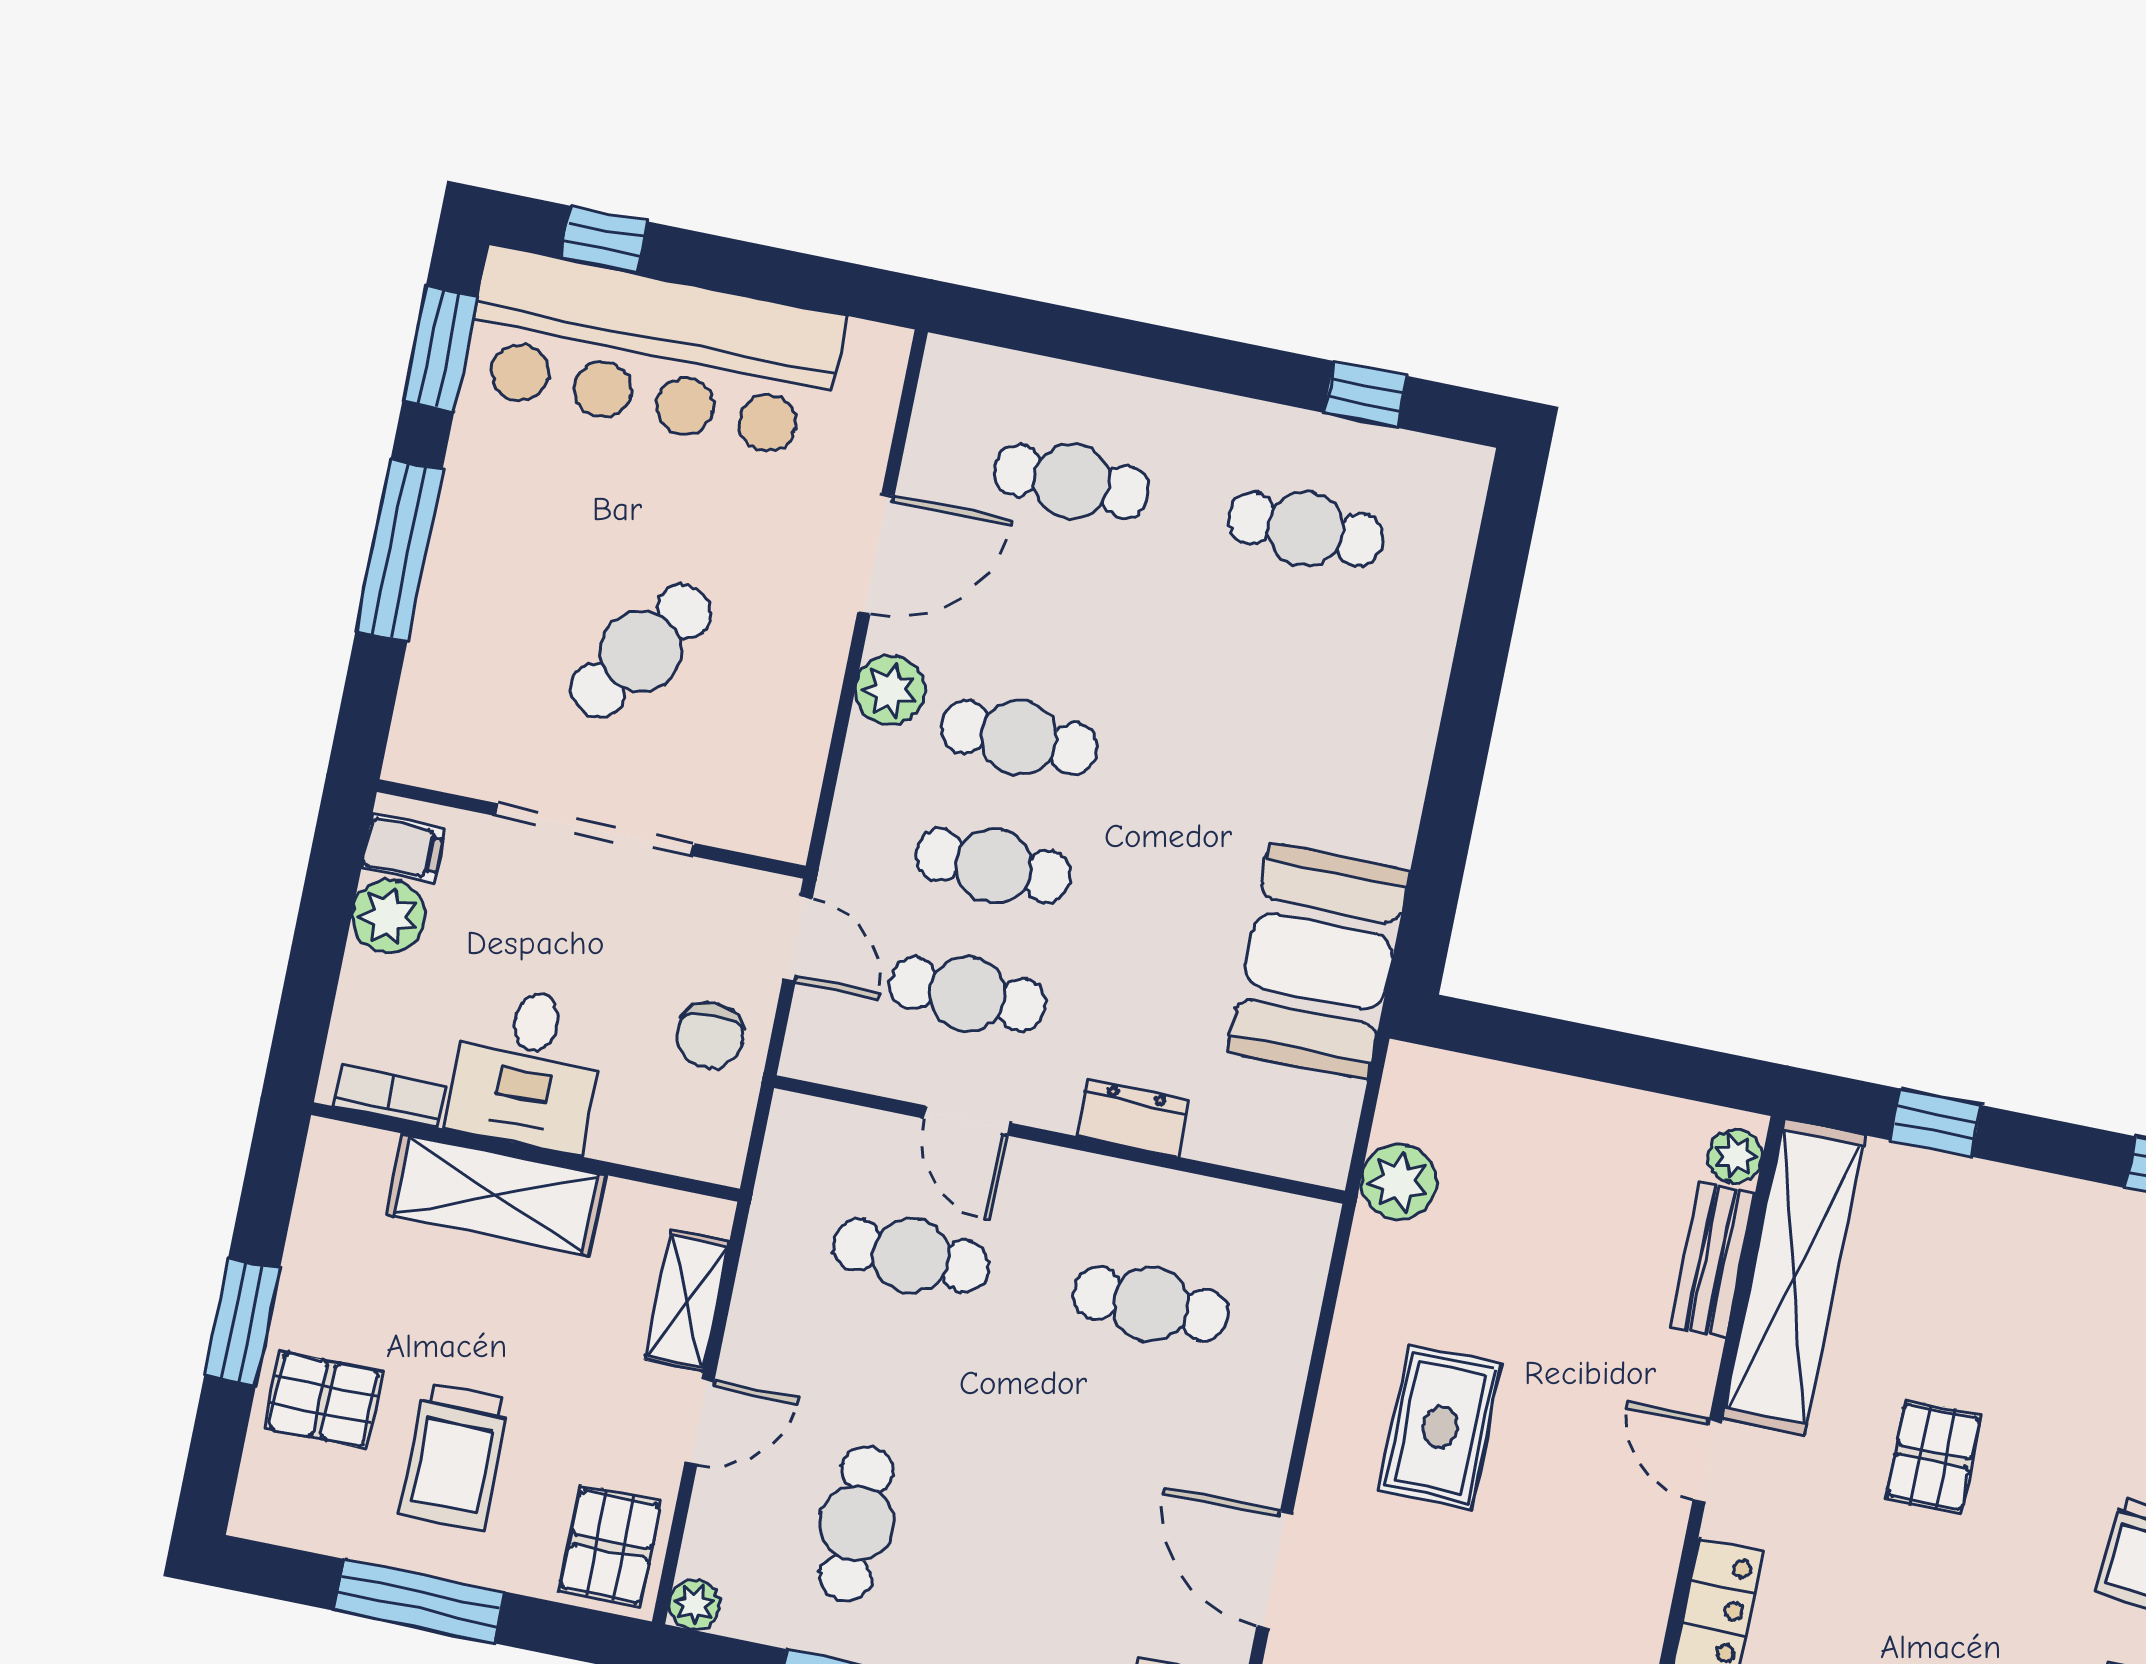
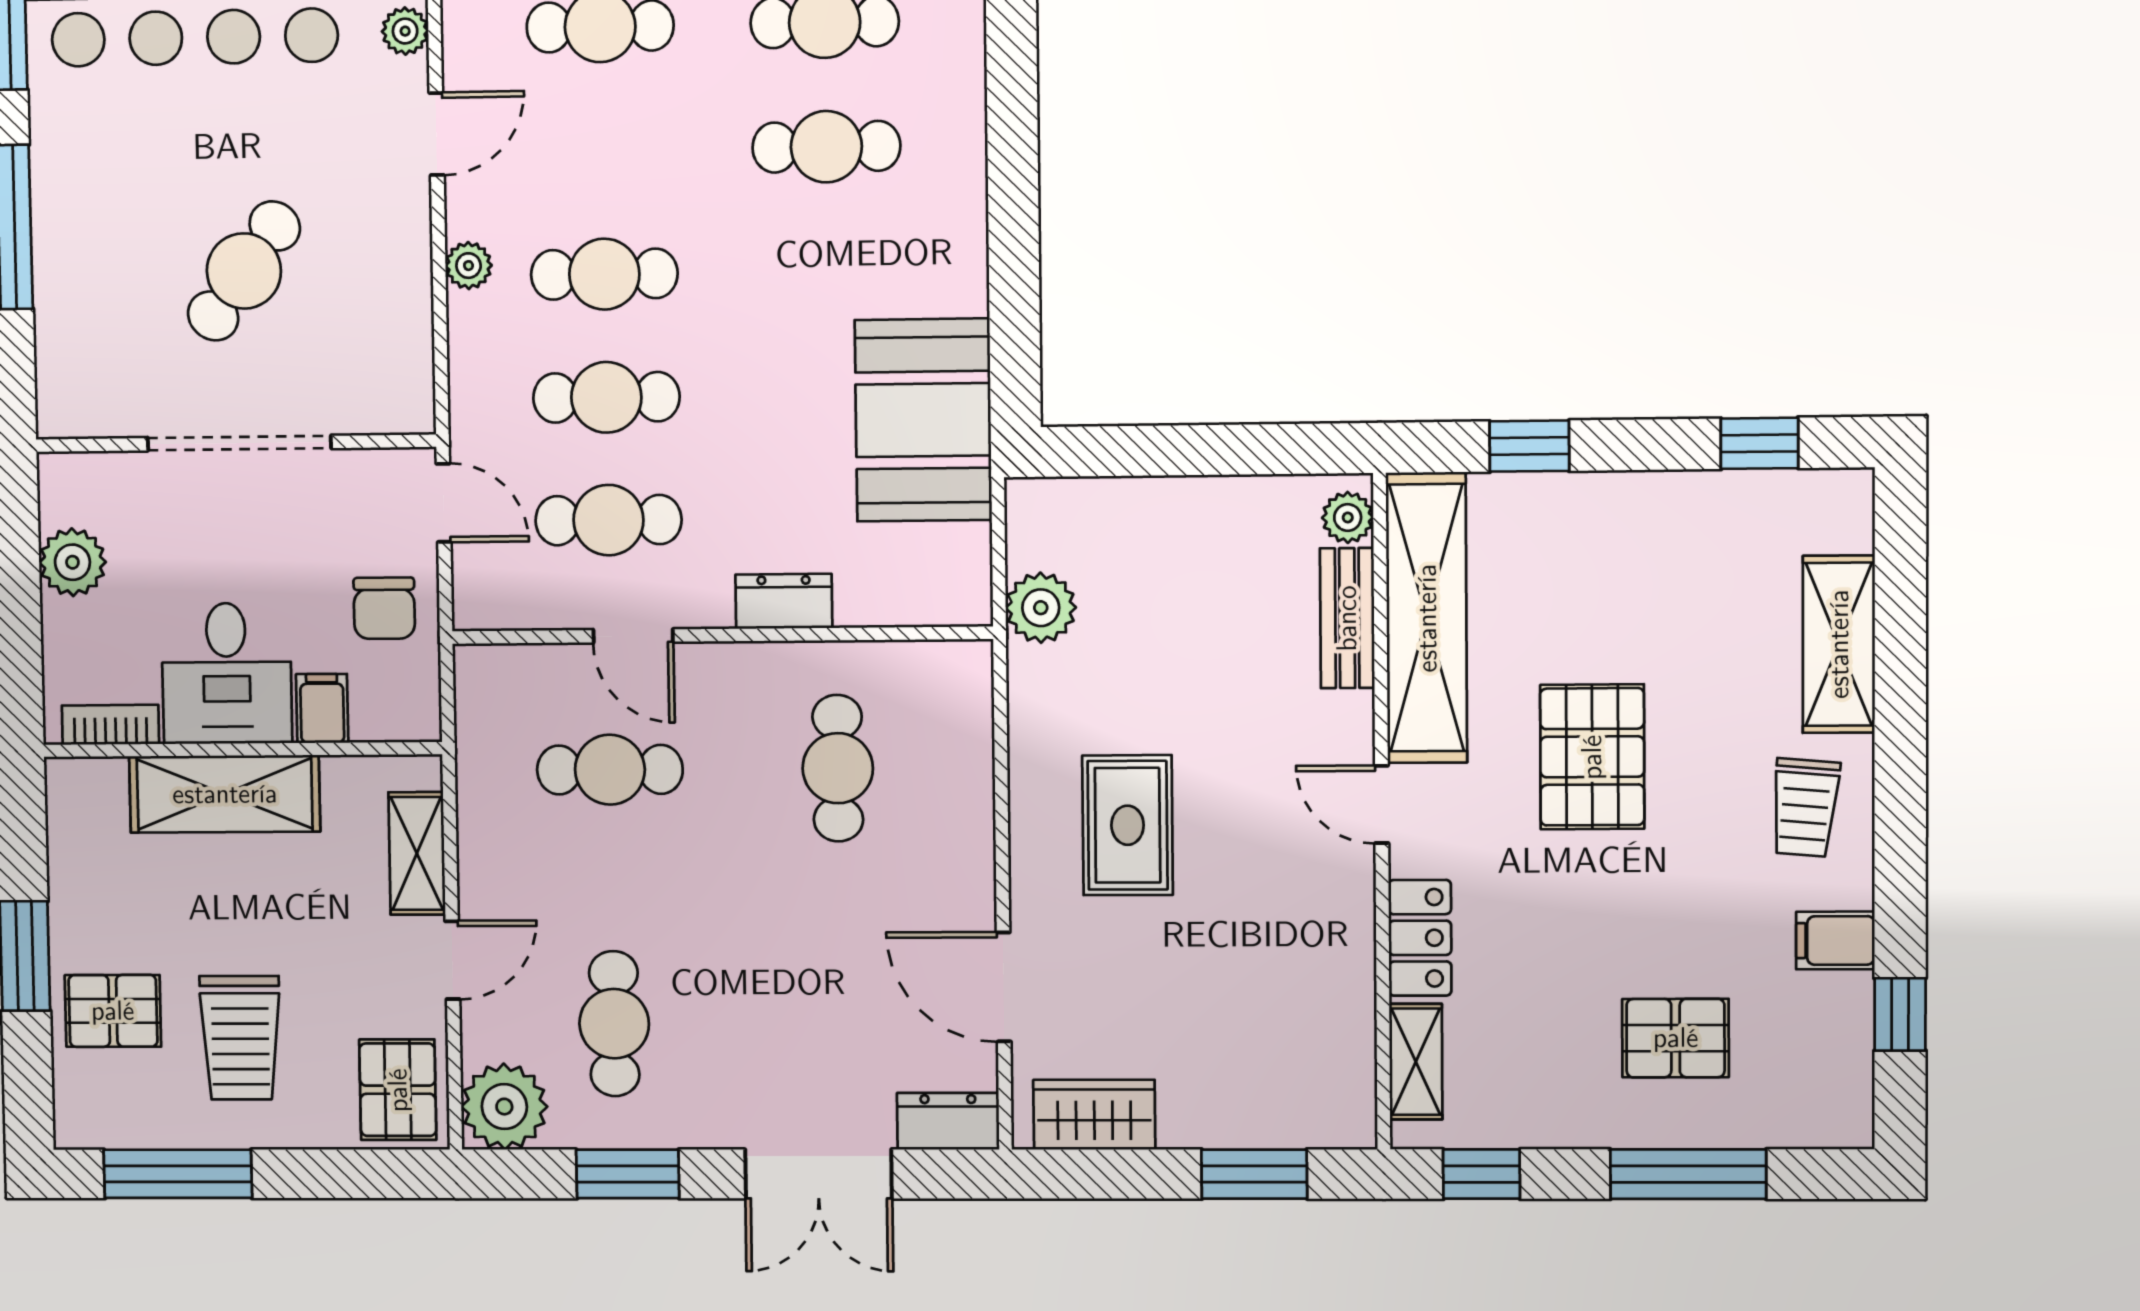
plant: (867, 441) -> (405, 31), added
door: (876, 554) -> (437, 134), width x0.73
cafe table: (1280, 657) -> (826, 147), added
plant: (890, 690) -> (469, 266), width x0.73, depth x0.73
filing cabinet: (403, 848) -> (322, 708), moved, turned -90
cafe table: (1151, 1304) -> (838, 768), turned 90
pallet: (1933, 1457) -> (1592, 757), width x1.50, depth x1.42
window: (419, 1601) -> (178, 1174), moved
plant: (694, 1605) -> (504, 1107), width x1.88, depth x1.88

